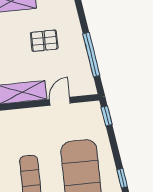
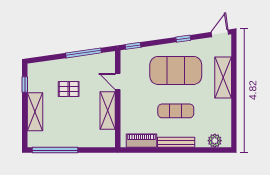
pallet: (44, 41) -> (69, 89), turned 90

